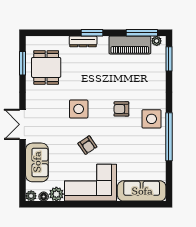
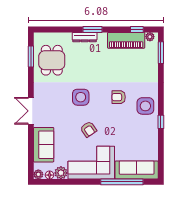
window: (142, 33) -> (137, 29), width x0.46
window: (169, 137) -> (161, 122), width x0.32
window: (125, 204) -> (122, 182), added

